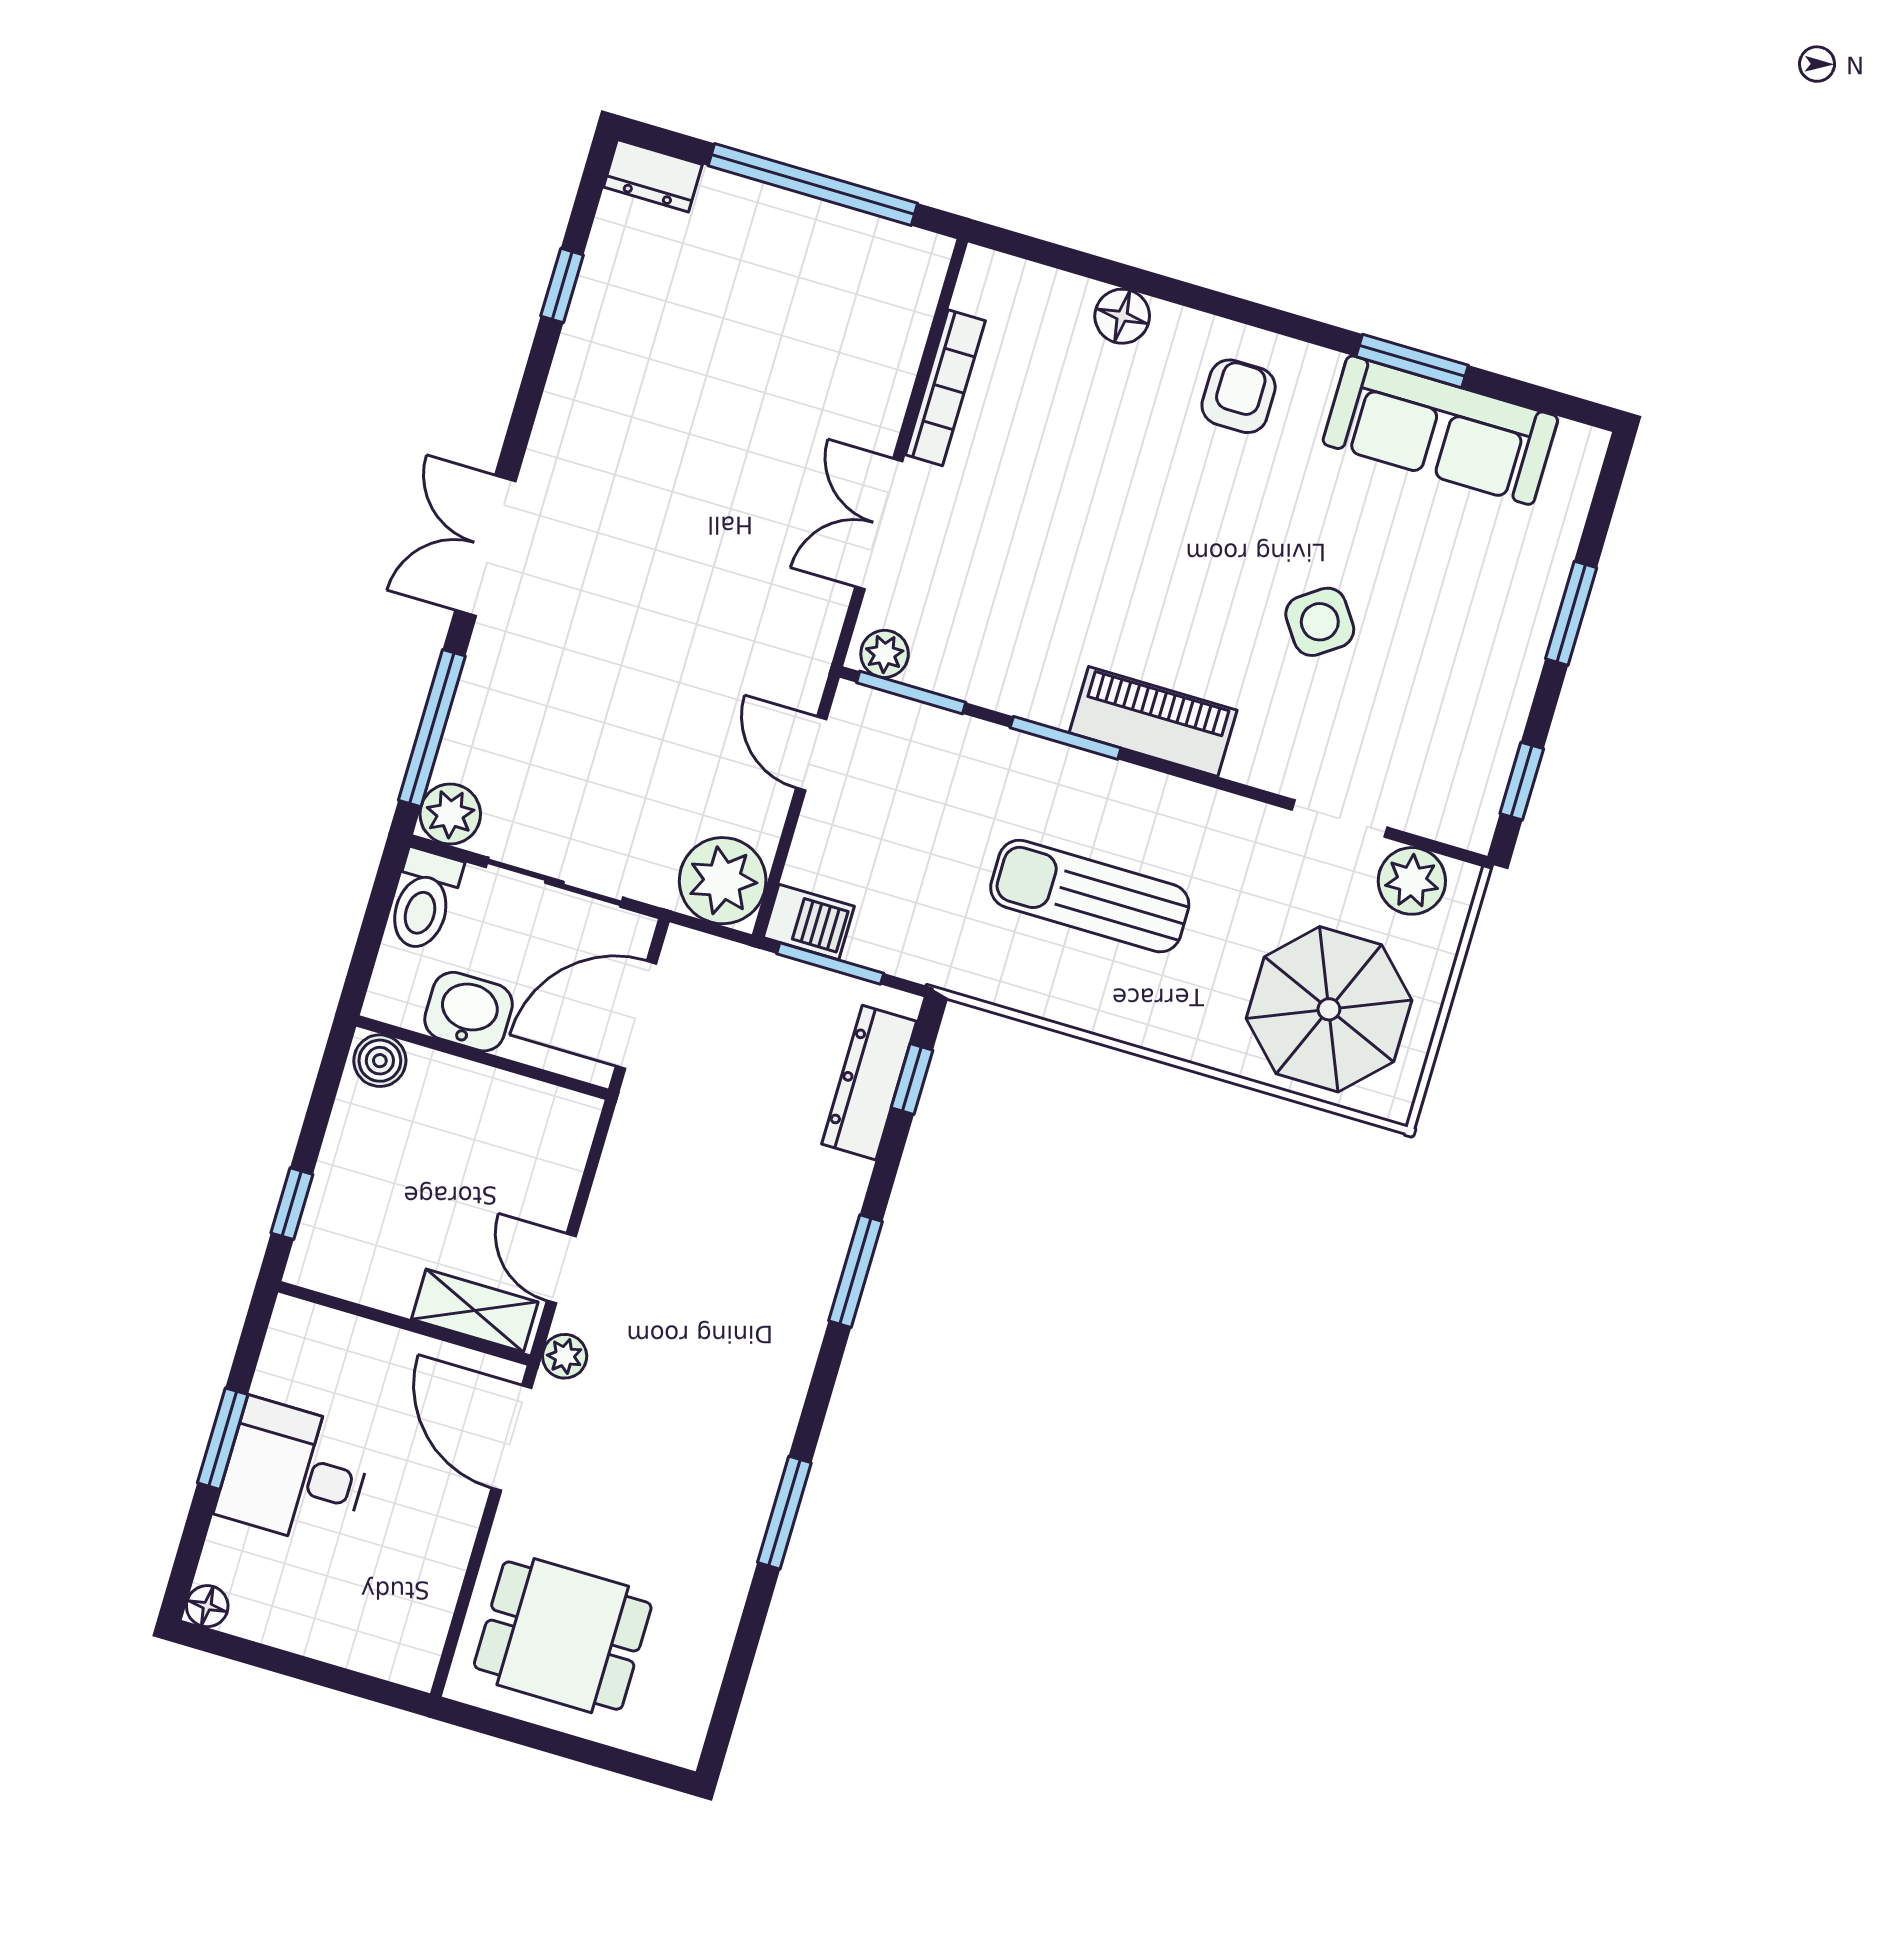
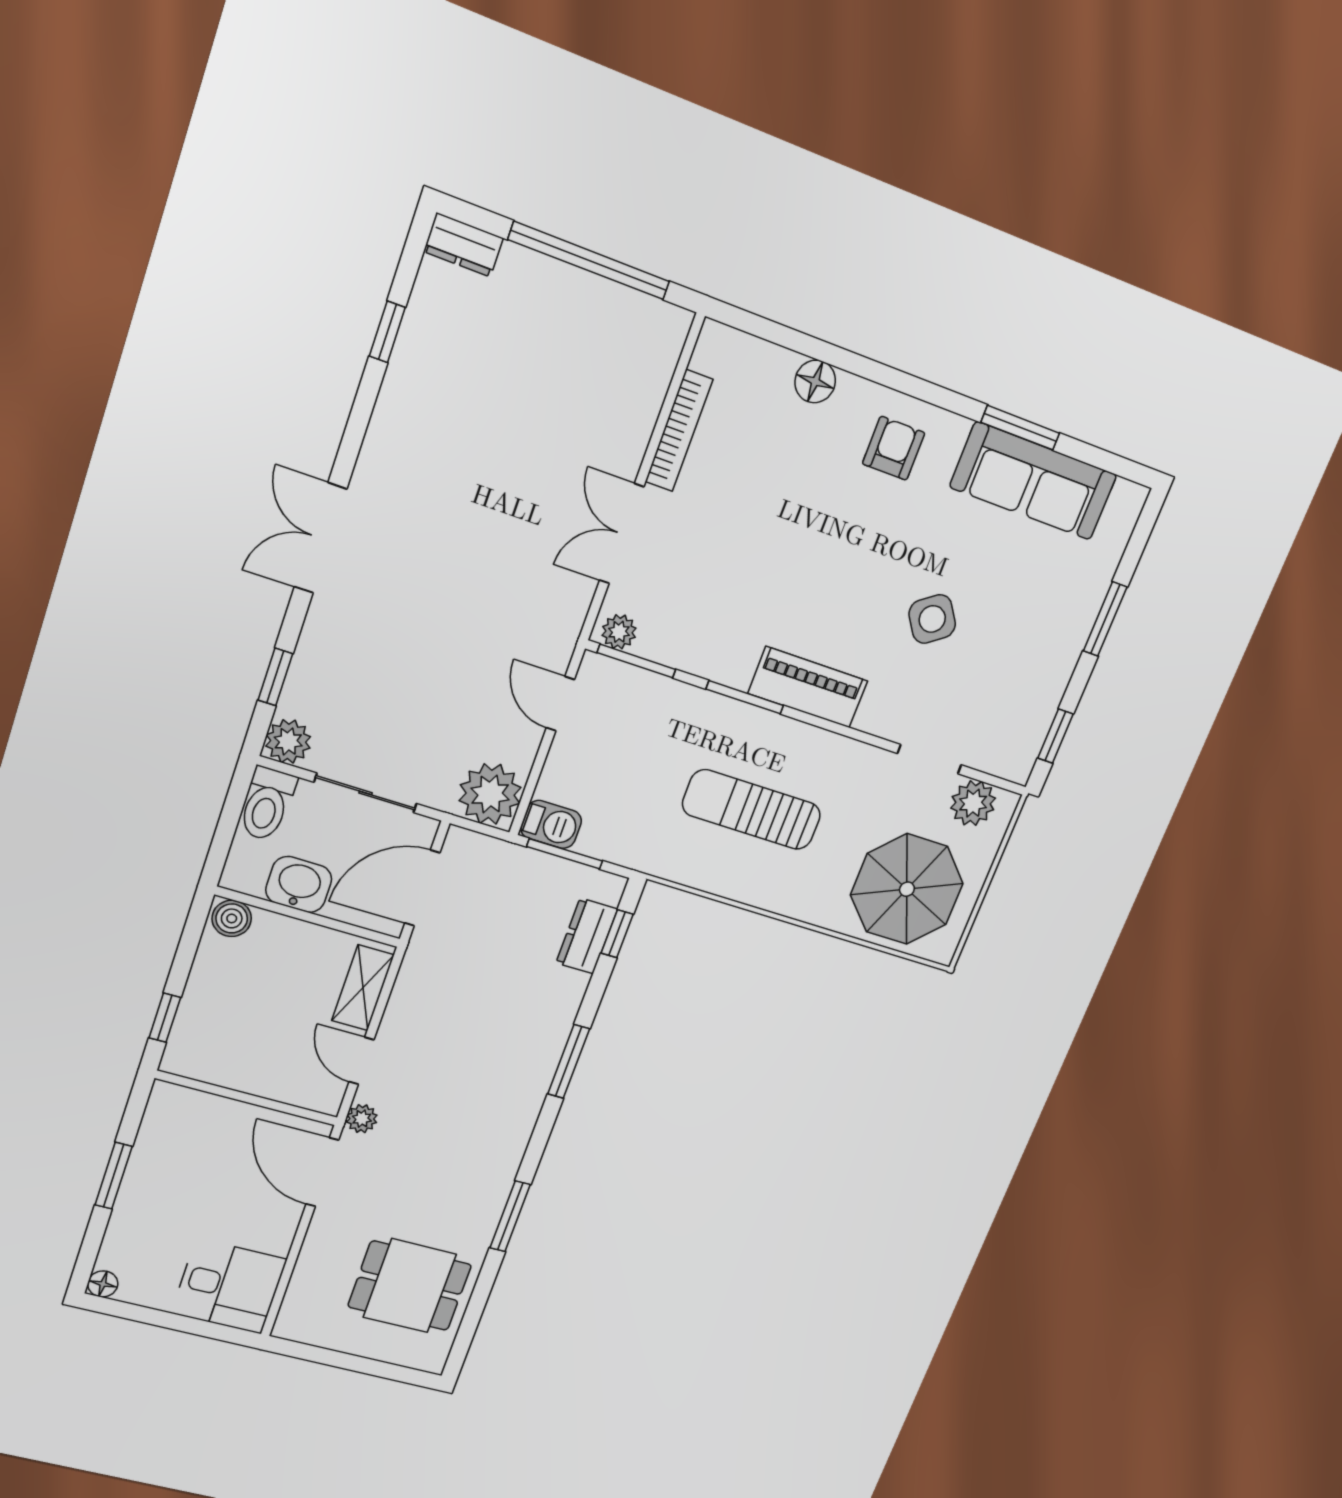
window: (432, 728) -> (275, 677), width x0.46
dresser: (869, 1083) -> (587, 936), width x0.70
shelving: (475, 1311) -> (363, 988), moved, turned 90
desk: (295, 1473) -> (229, 1286), moved, turned 180
dining table: (563, 1636) -> (410, 1286), moved

